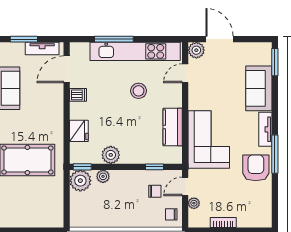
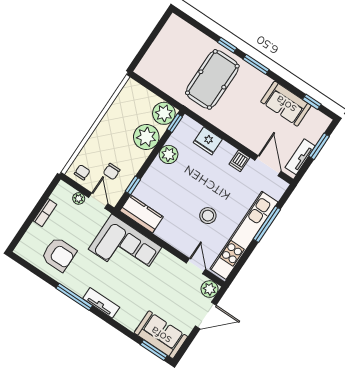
sofa: (259, 88) -> (161, 335), moved
kitchen counter: (173, 127) -> (141, 214), moved
armchair: (256, 168) -> (59, 254), moved
plant: (103, 176) -> (146, 137), width x1.87, depth x1.87

